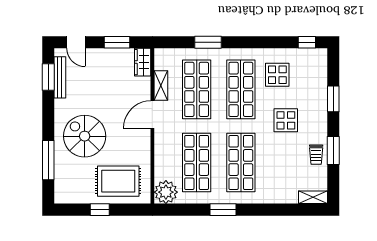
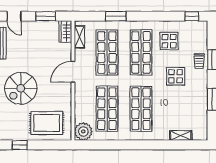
shelving: (161, 86) -> (79, 37), moved
spiral stairs: (85, 136) -> (21, 88), turned -90
trolley: (316, 155) -> (199, 61), moved
shelving: (313, 197) -> (181, 135), moved
window: (100, 210) -> (20, 145), moved
window: (223, 210) -> (127, 145), removed

